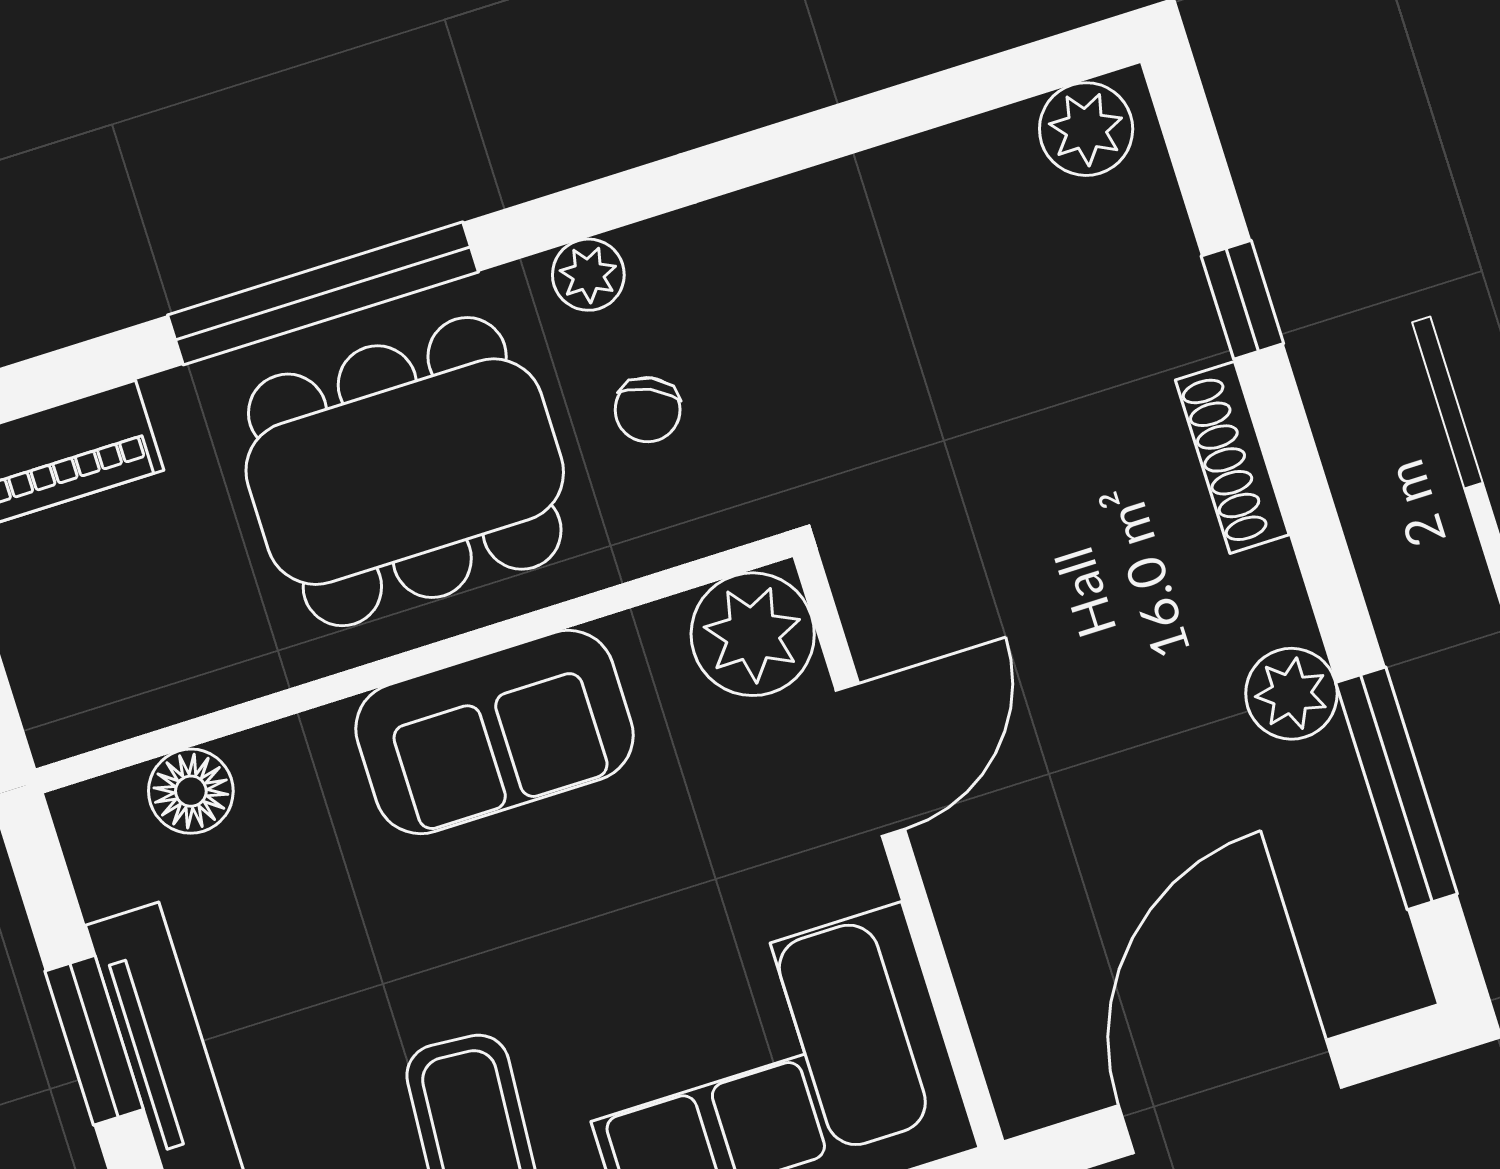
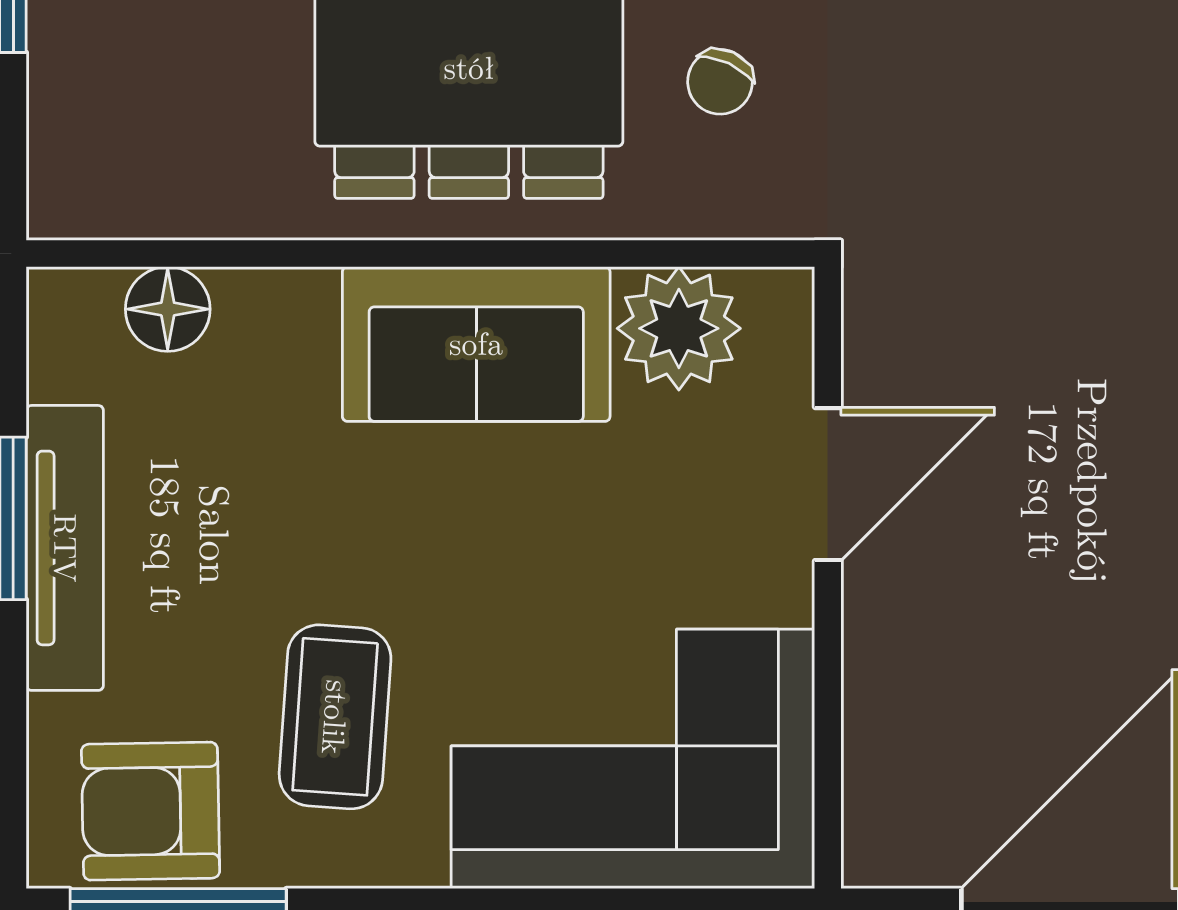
plant: (753, 634) -> (679, 328), moved

